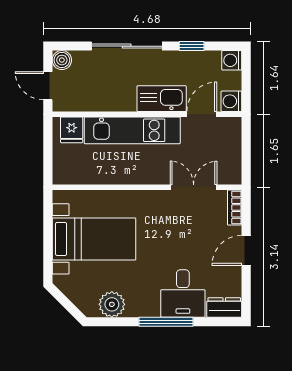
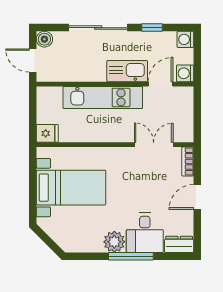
fridge: (72, 130) -> (47, 133), moved, turned -90
plant: (112, 304) -> (114, 242), moved

